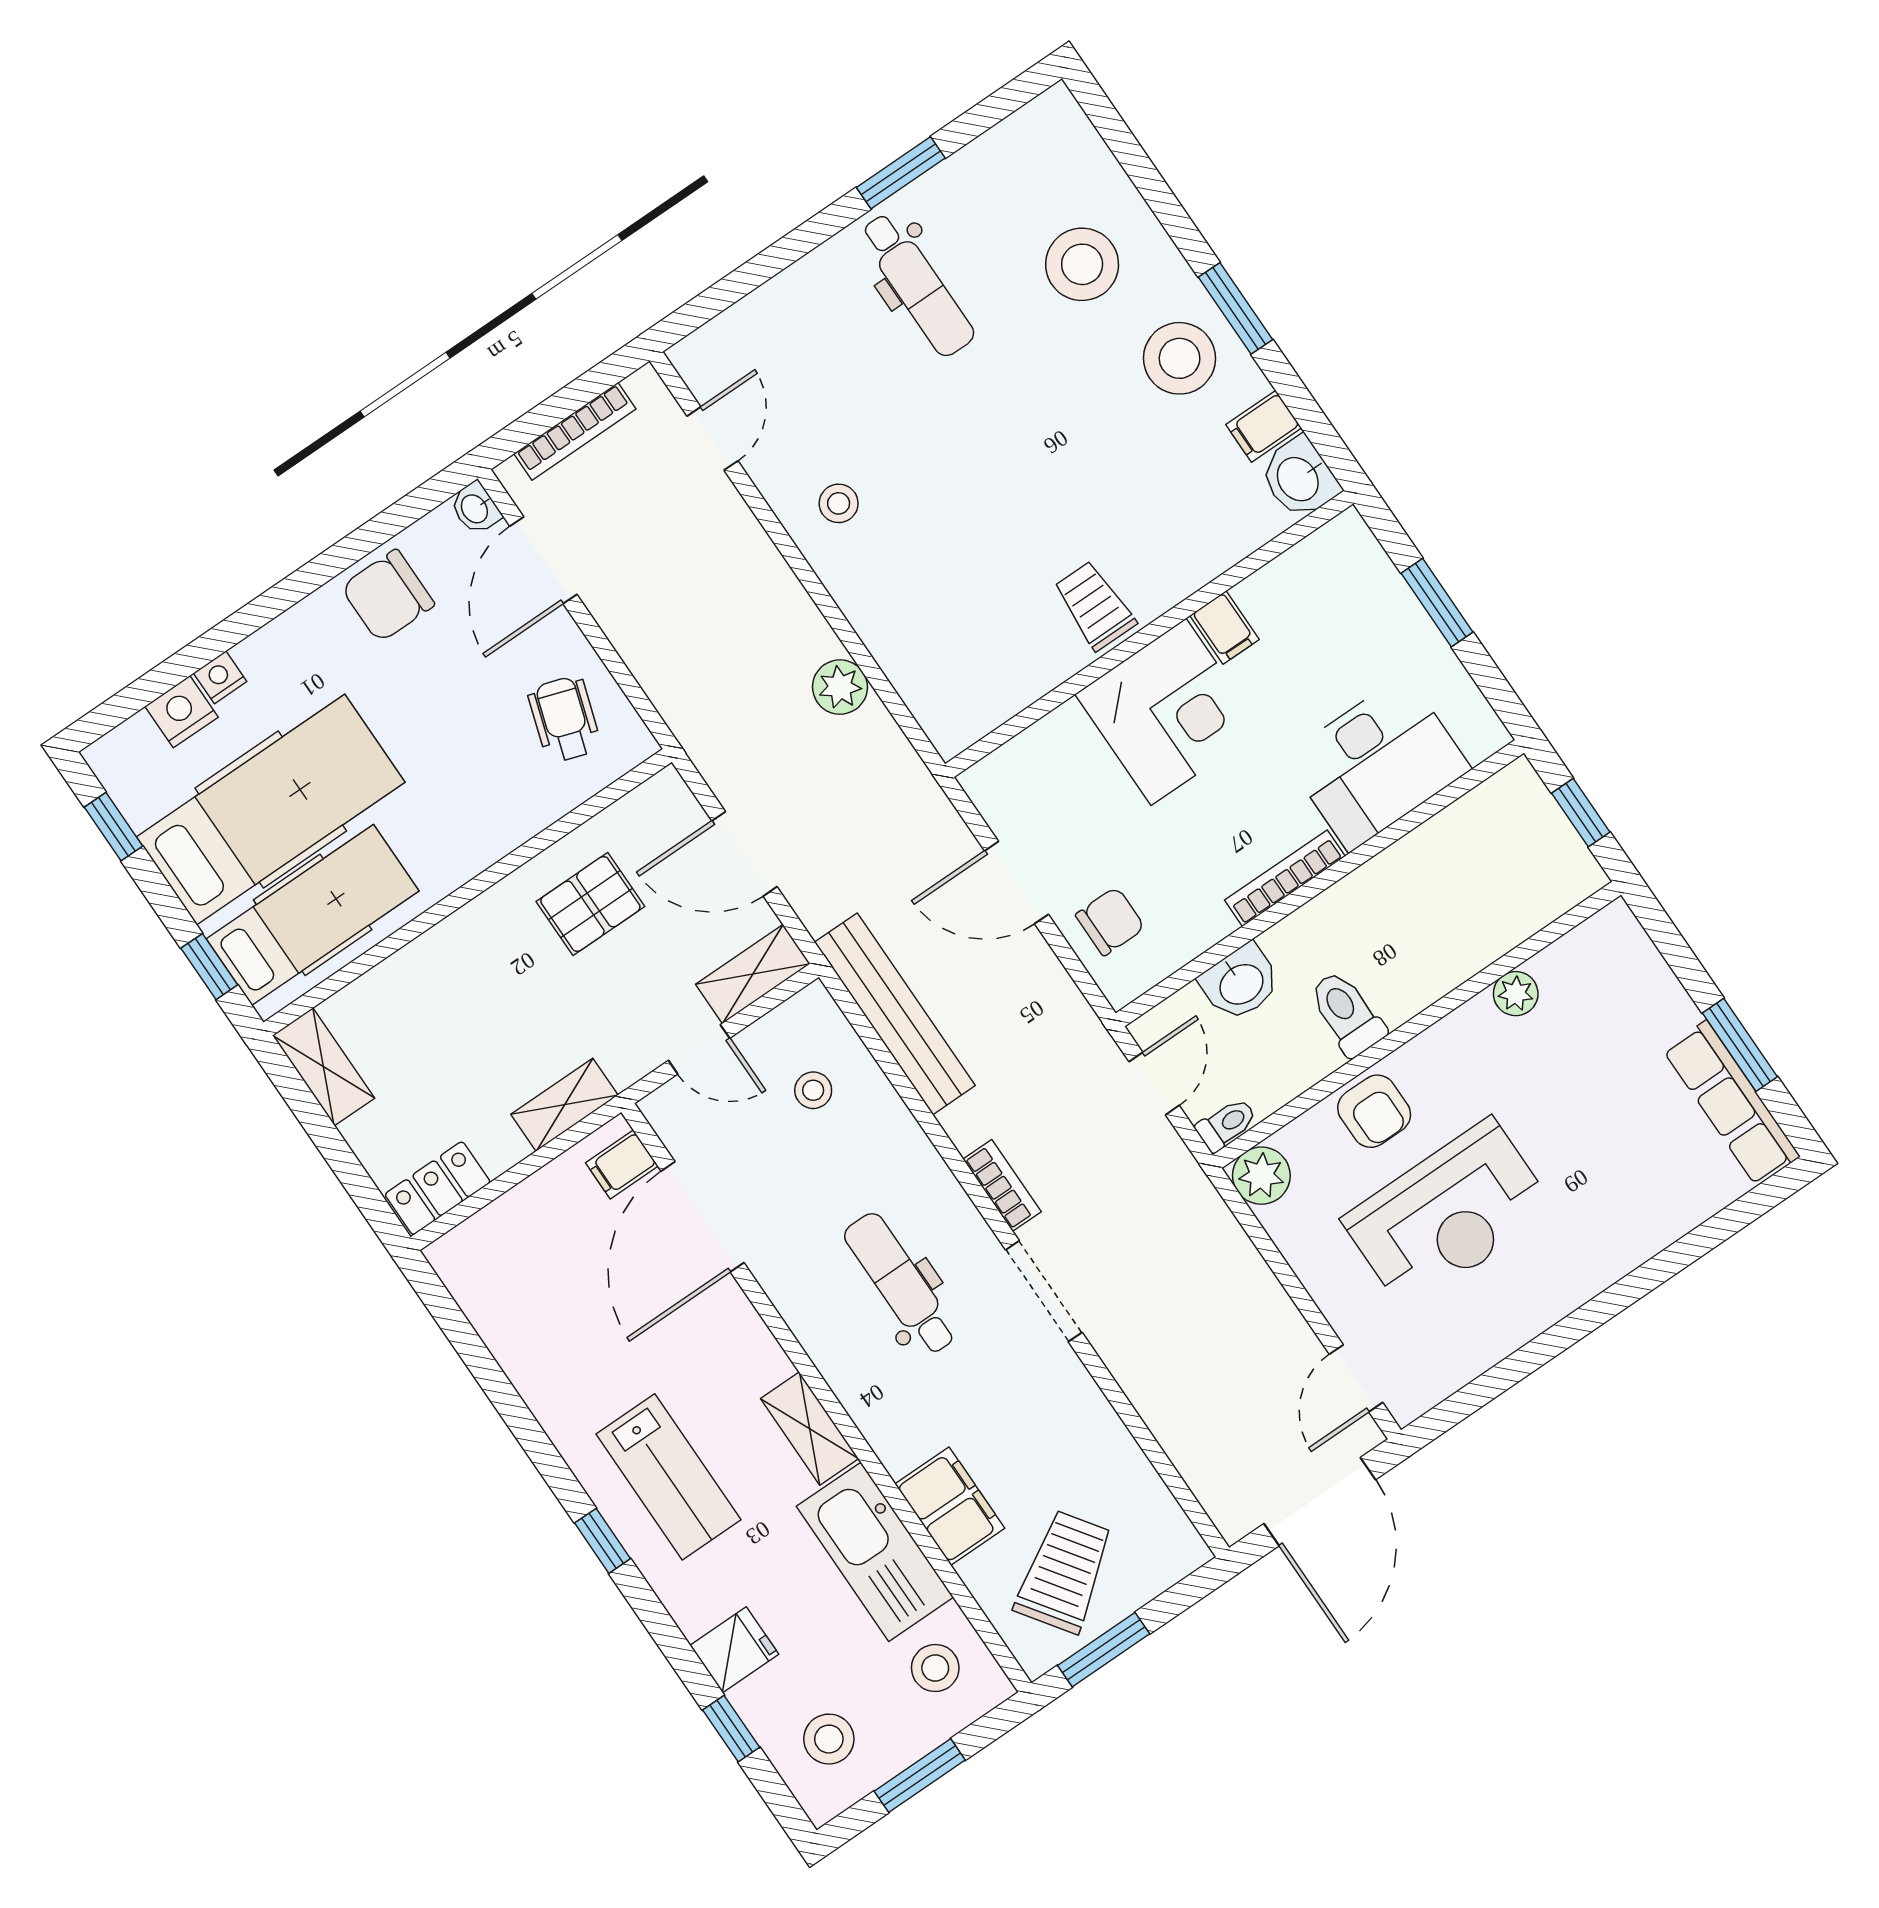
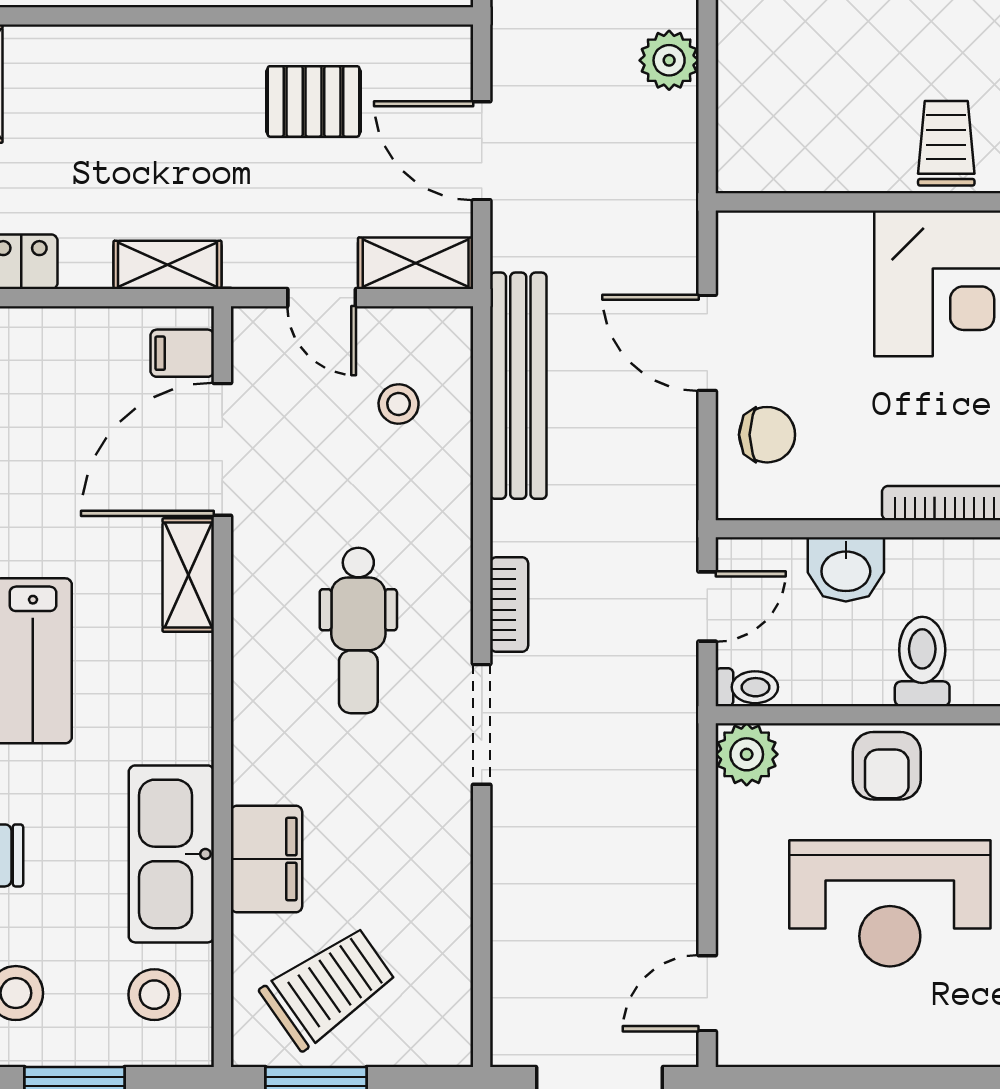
dental chair: (901, 1284) -> (358, 630), turned 180
shelving: (810, 1429) -> (188, 575), moved

